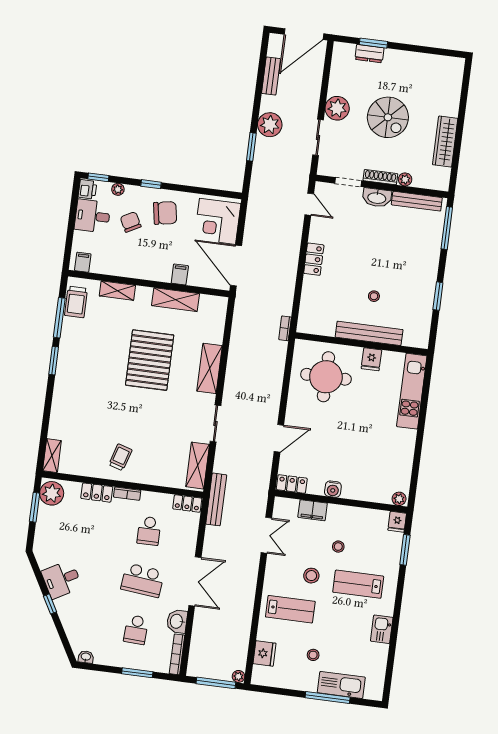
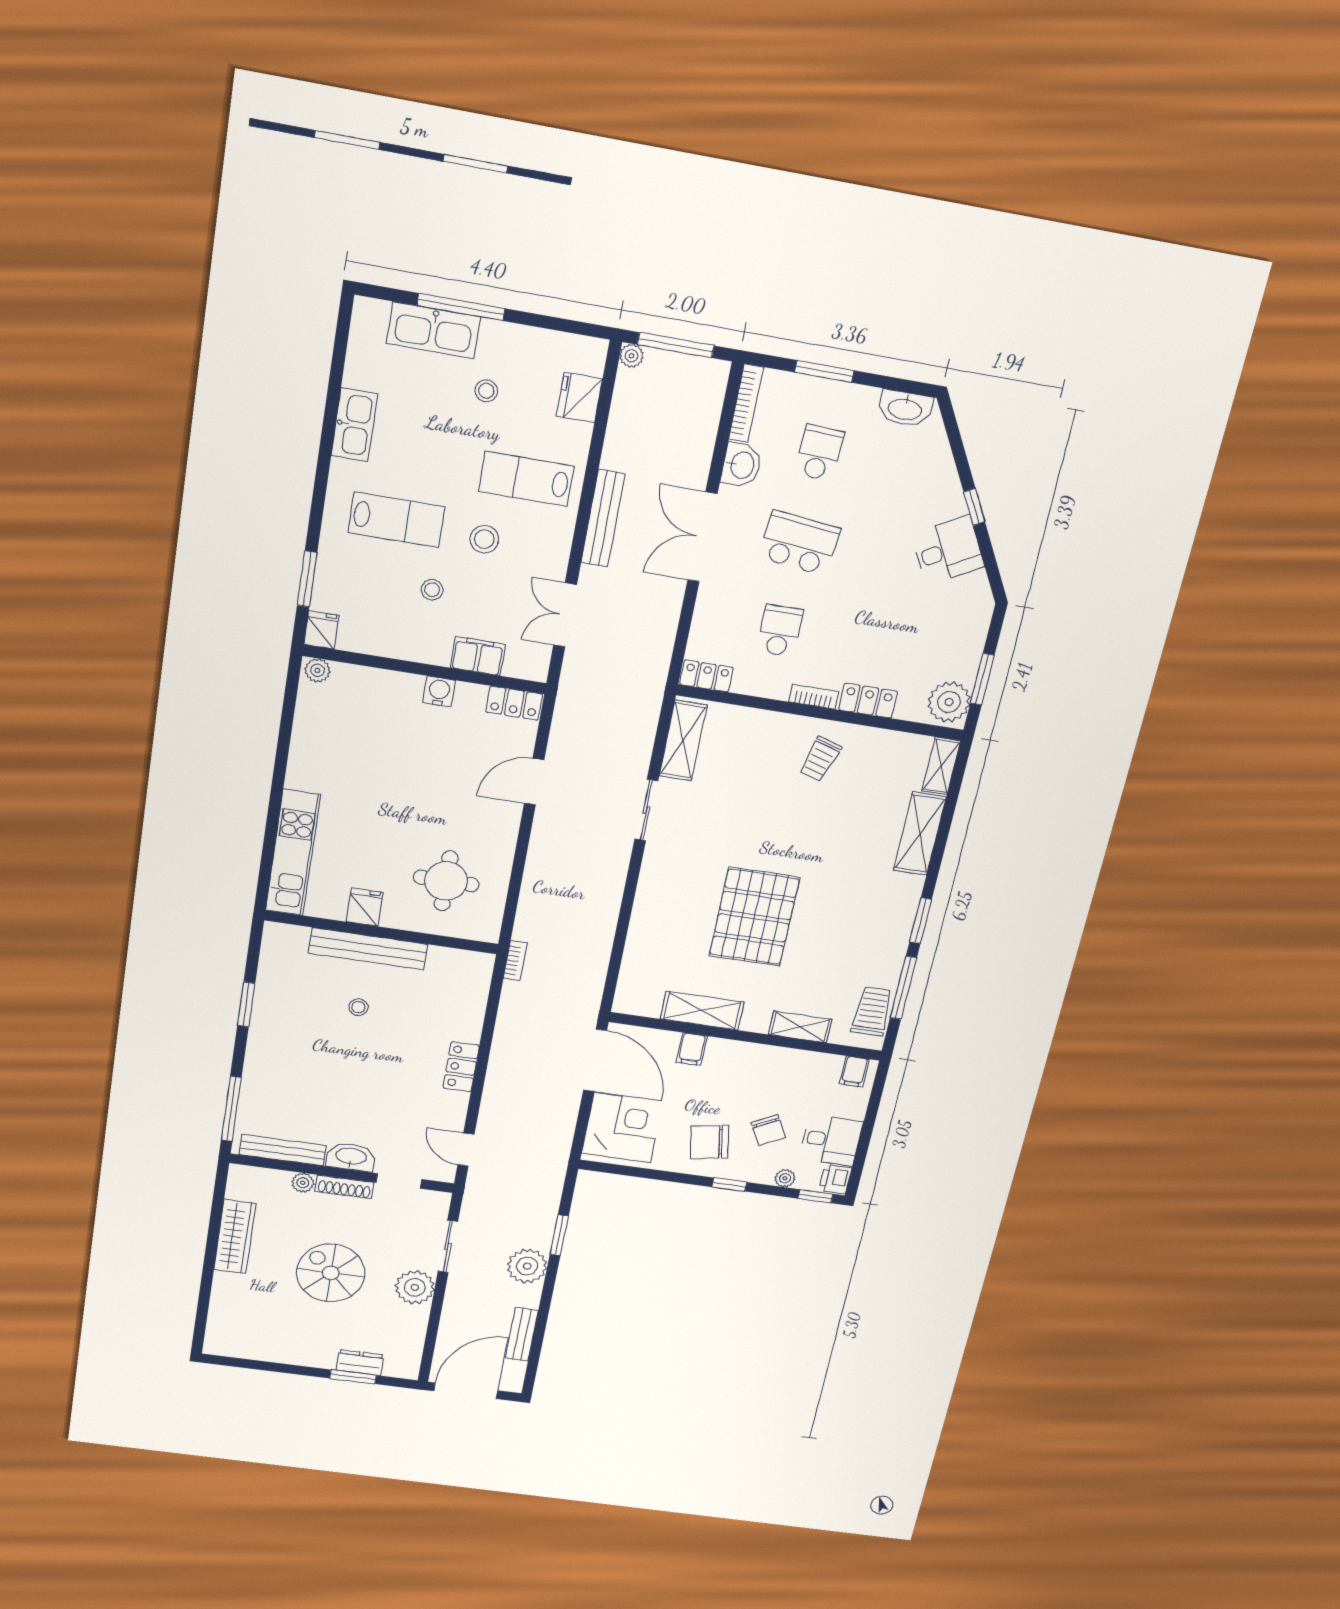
shelving: (210, 368) -> (920, 834), moved
round table: (326, 377) -> (446, 881), width x0.73, depth x0.73
bench: (216, 499) -> (603, 518), moved
kitchen sink: (382, 629) -> (354, 425), width x1.38
washbasin: (86, 657) -> (905, 408), width x1.91, depth x1.45

